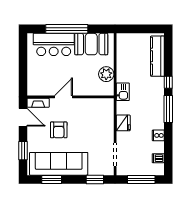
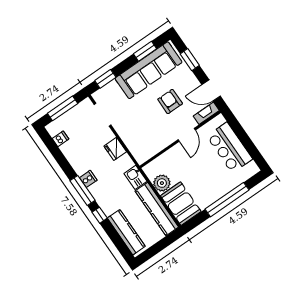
bar counter: (54, 44) -> (230, 148), moved, turned -90
booth: (91, 44) -> (181, 204), moved, turned 90
kitchen counter: (123, 58) -> (157, 209), added
cooker: (158, 135) -> (88, 179), moved

